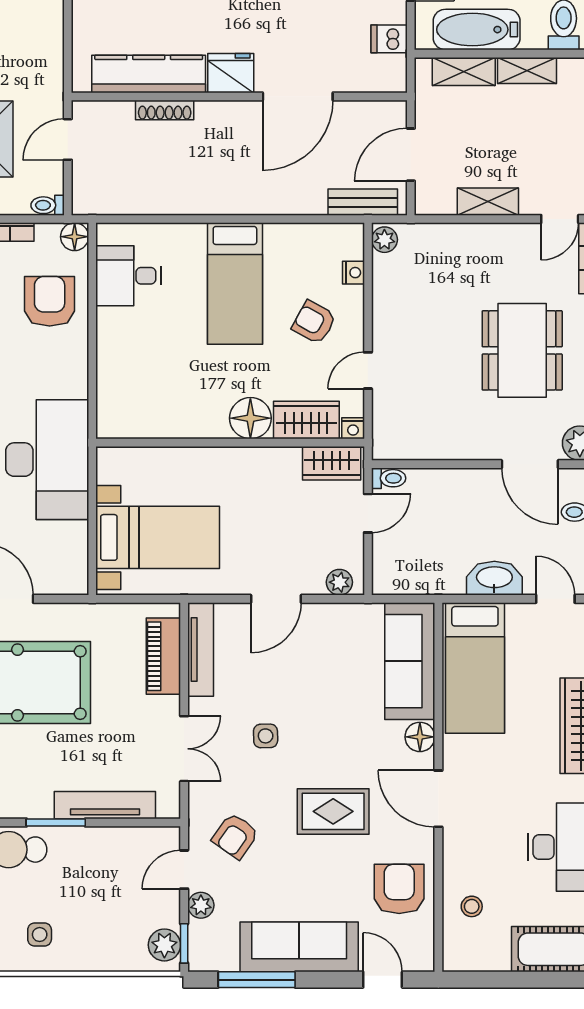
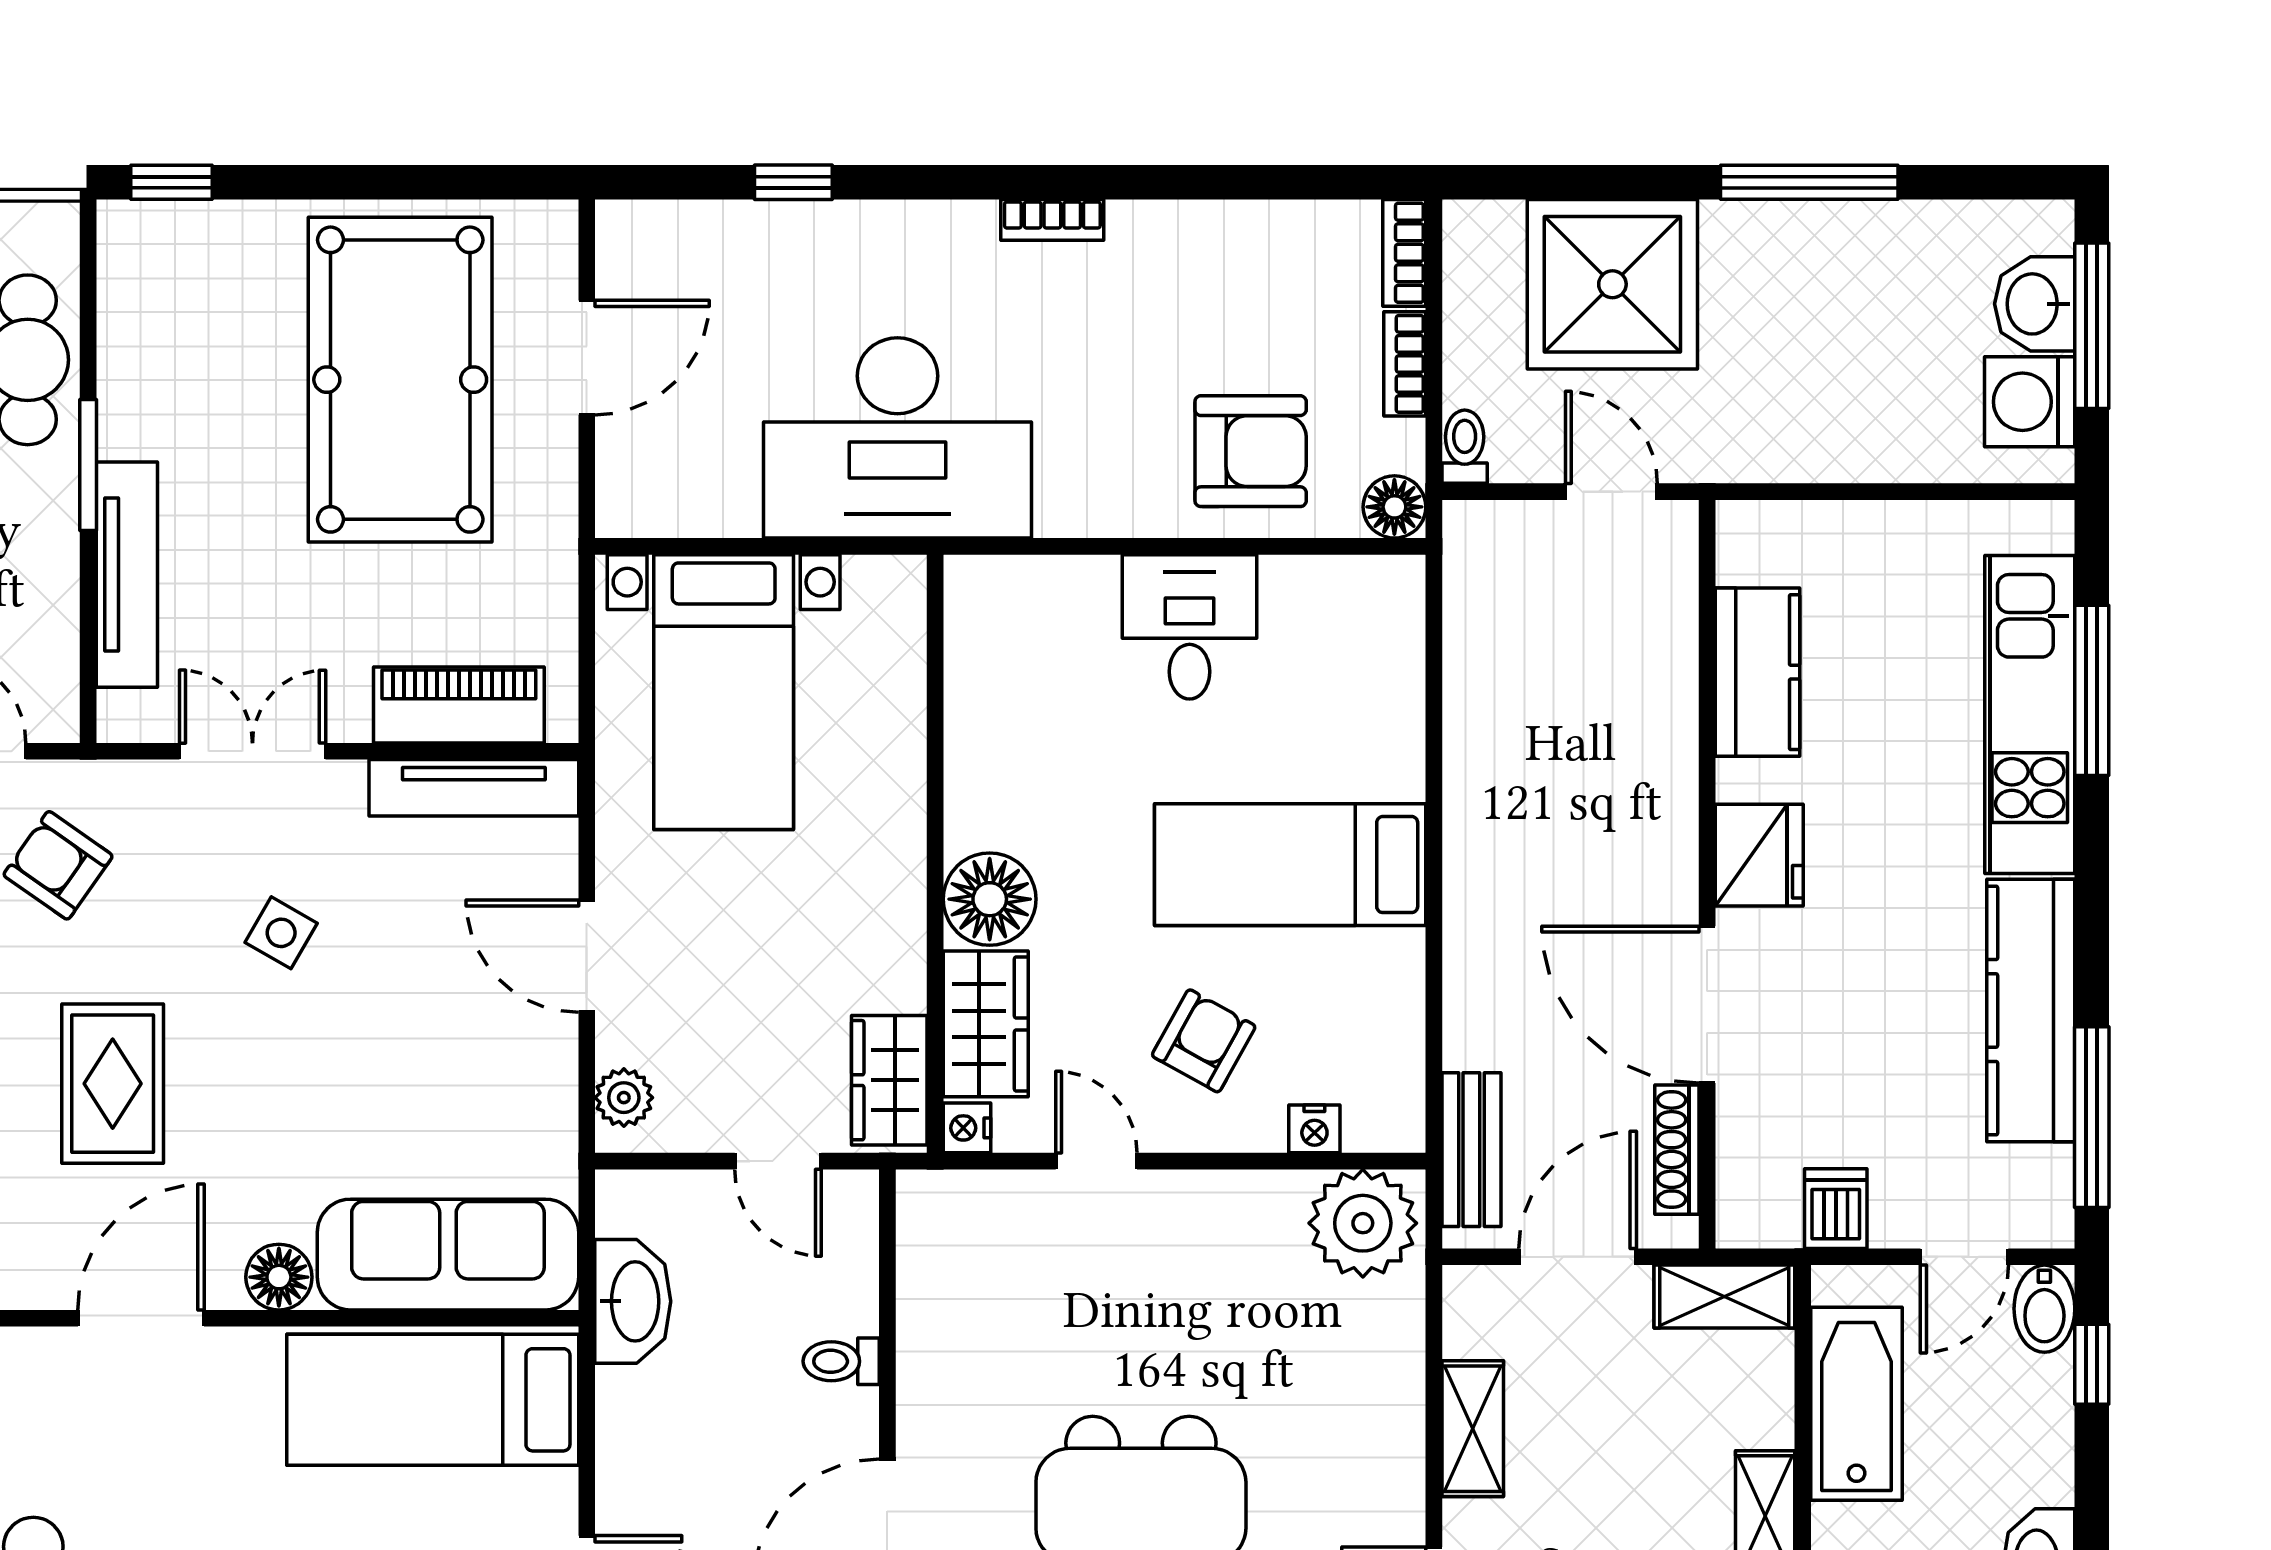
shelving: (464, 71) -> (1724, 1297), moved, turned 90
kitchen counter: (149, 74) -> (1757, 672), width x0.67
shoe rack: (165, 110) -> (1677, 1150), moved
door: (411, 155) -> (1578, 1257), hinge flipped
plant: (384, 240) -> (1363, 1223), width x1.87, depth x1.87
desk: (128, 276) -> (1190, 627), moved
toilet: (389, 478) -> (841, 1361), moved, turned 90
washbasin: (494, 578) -> (633, 1301), moved
side table: (266, 736) -> (281, 933), turned 31
double door: (184, 749) -> (253, 751), swing flipped

